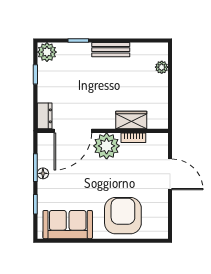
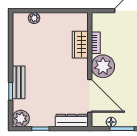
bench: (111, 50) -> (19, 82), moved
dresser: (45, 116) -> (72, 120), width x1.44
floor lamp: (43, 173) -> (111, 122), moved

